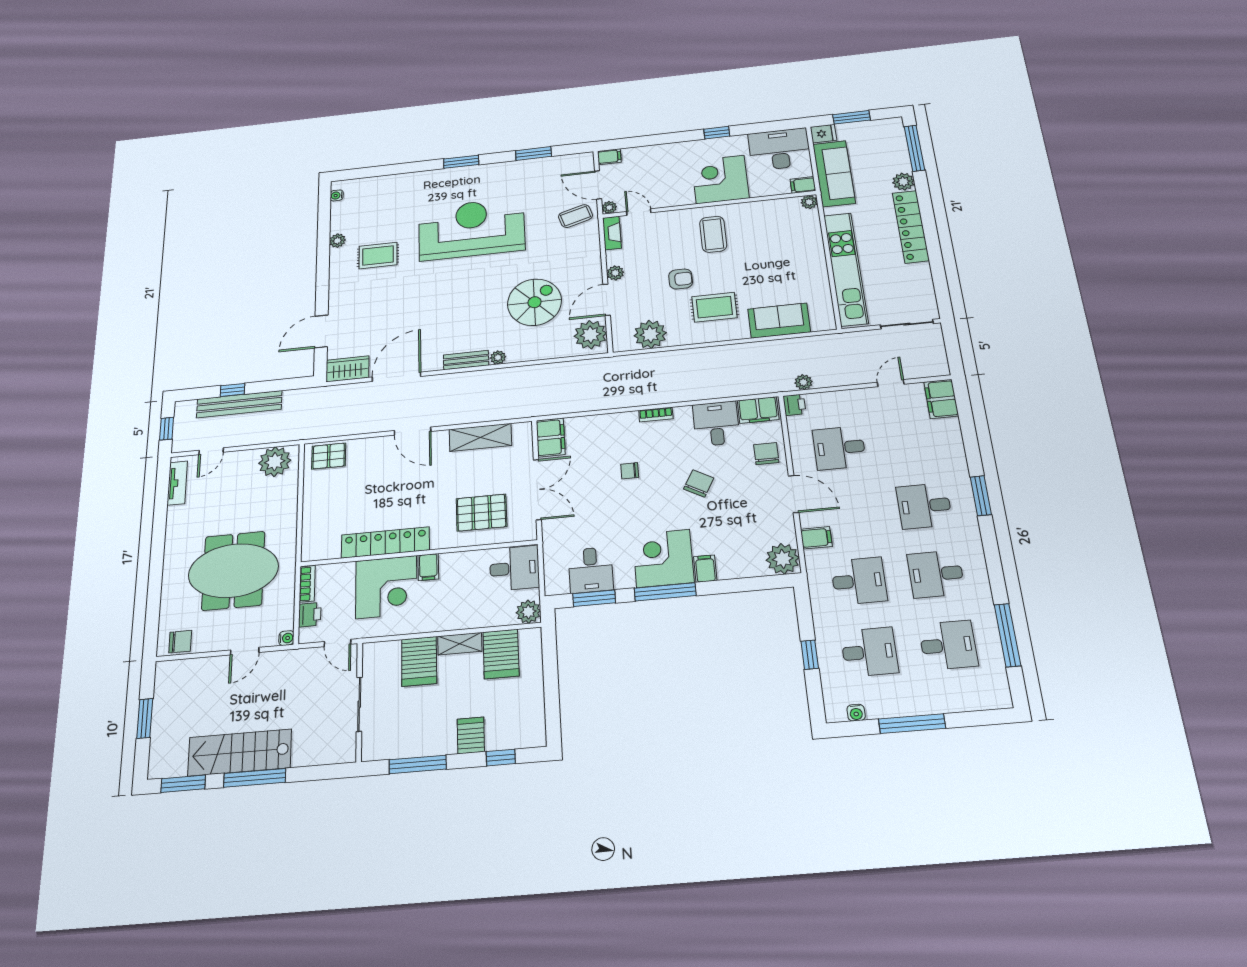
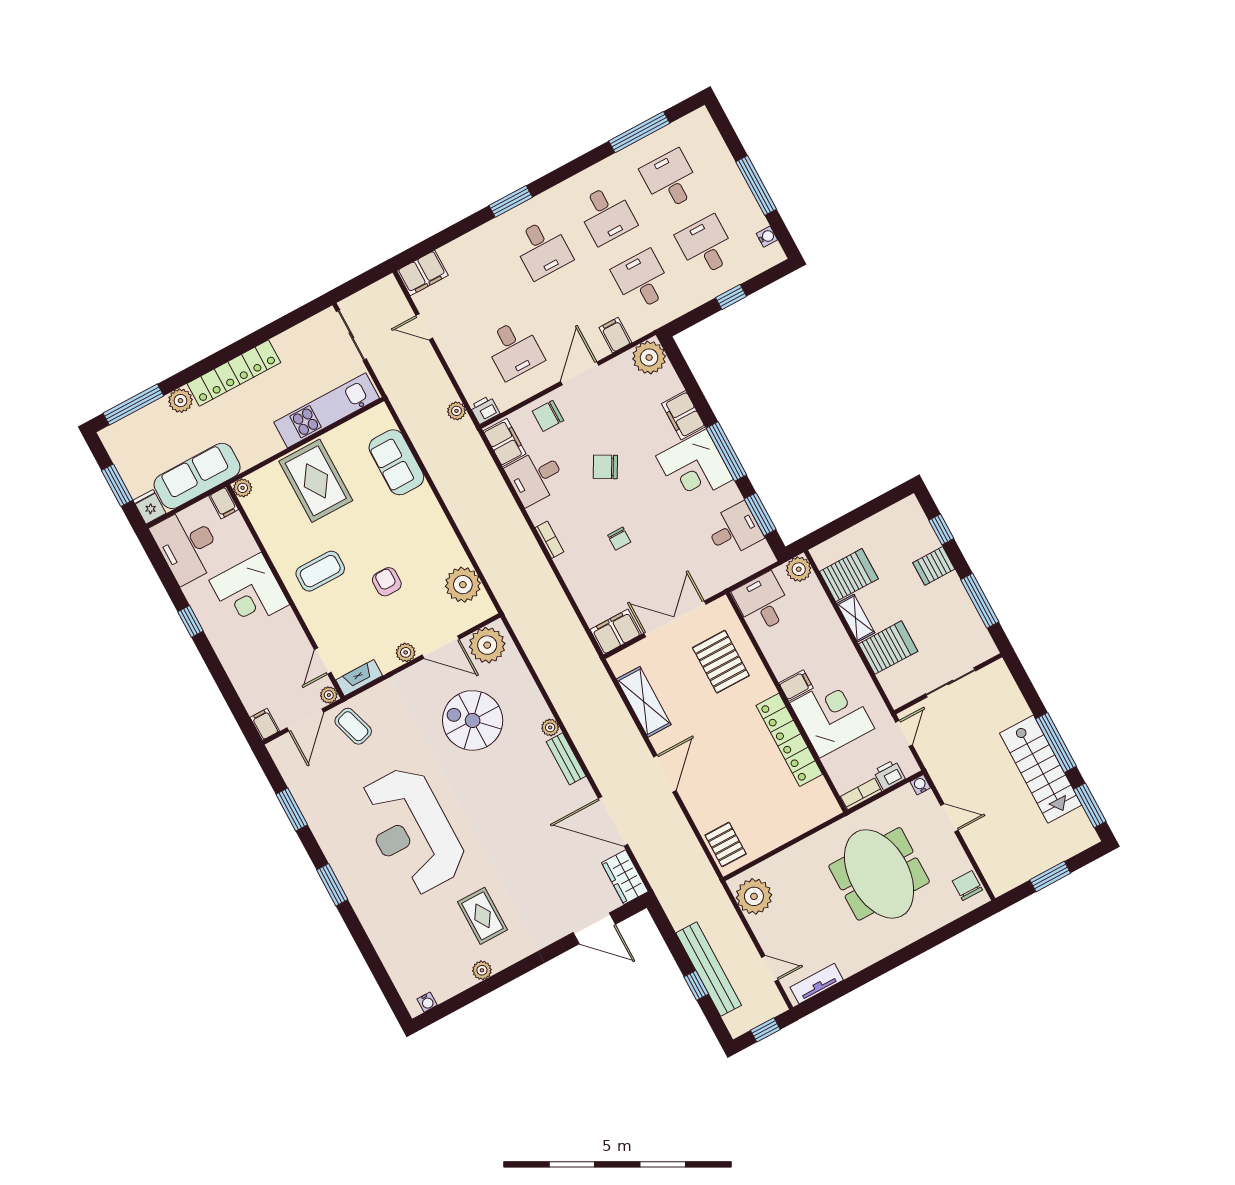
kitchen unit: (846, 269) -> (327, 410), width x0.73
rug: (714, 307) -> (316, 481), moved, width x1.36, depth x1.43
filing cabinet: (705, 569) -> (683, 415), width x2.00

